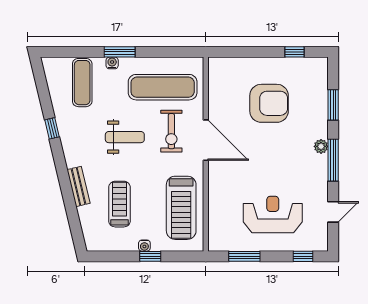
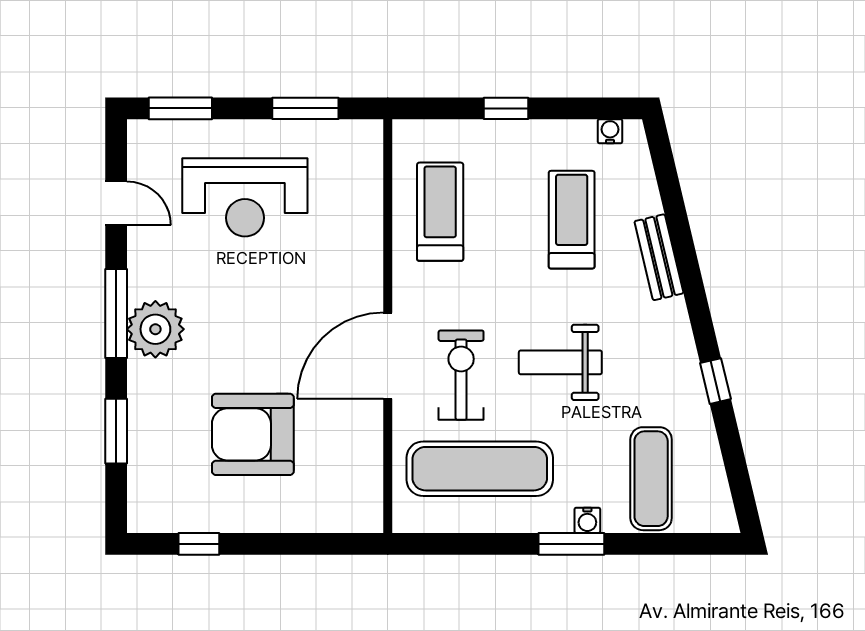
door: (206, 140) -> (388, 356), hinge flipped
plant: (321, 146) -> (155, 329), width x1.88, depth x1.88
treadmill: (119, 204) -> (572, 220), turned 180
treadmill: (181, 208) -> (440, 212), width x0.73, depth x0.73
door: (333, 212) -> (116, 203), swing flipped
water cooler: (144, 246) -> (610, 131), moved
window: (303, 256) -> (180, 108), width x1.50

